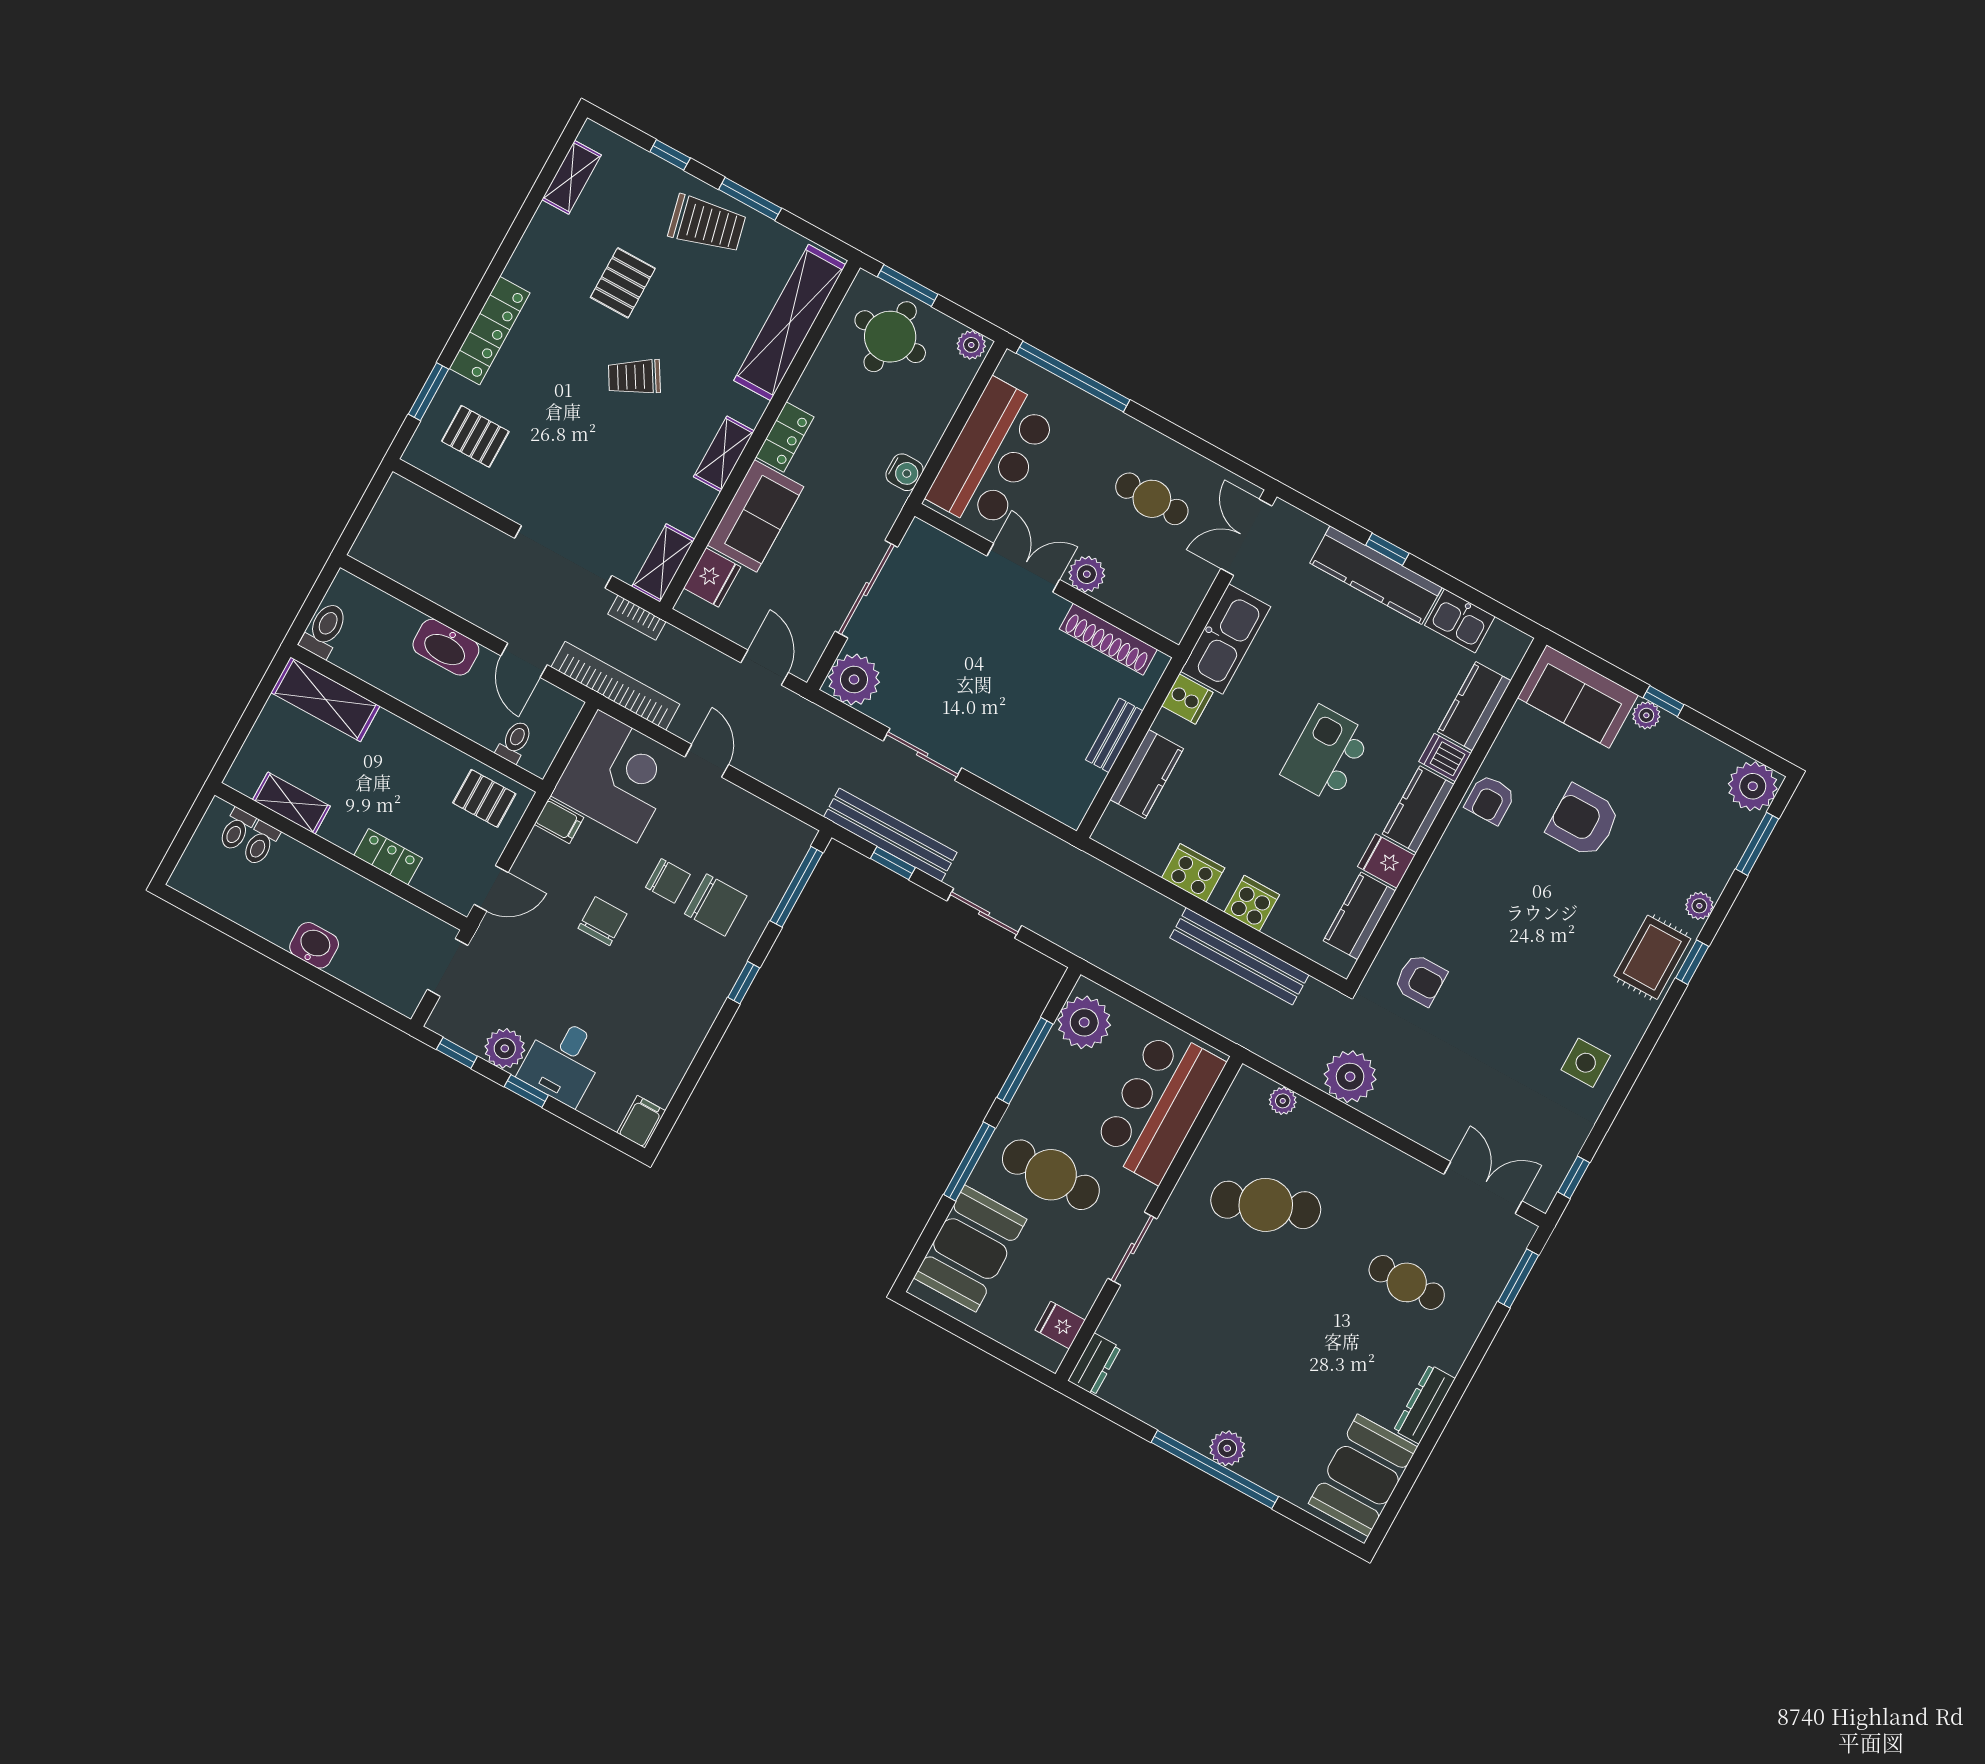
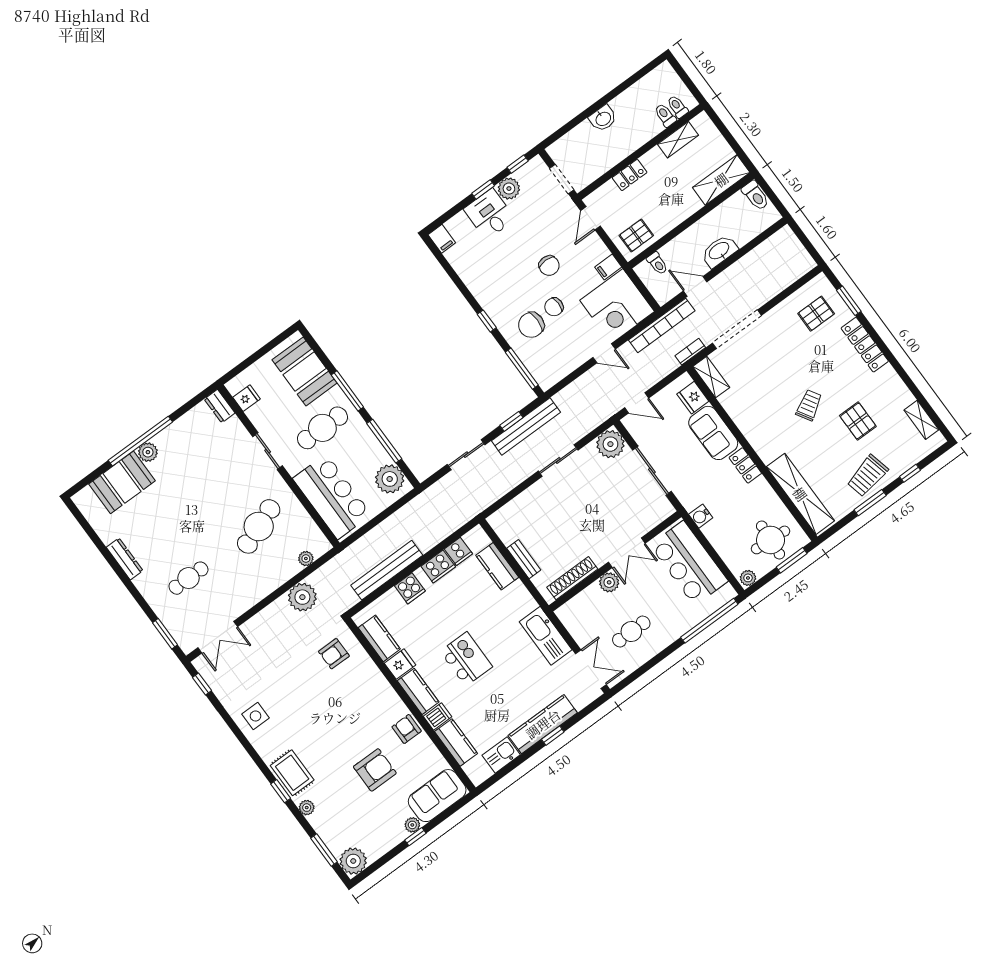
shelving: (724, 454) -> (751, 432), removed
cooker: (1187, 699) -> (458, 551), moved, turned -90
booth: (1363, 1475) -> (122, 482), moved, turned 90

